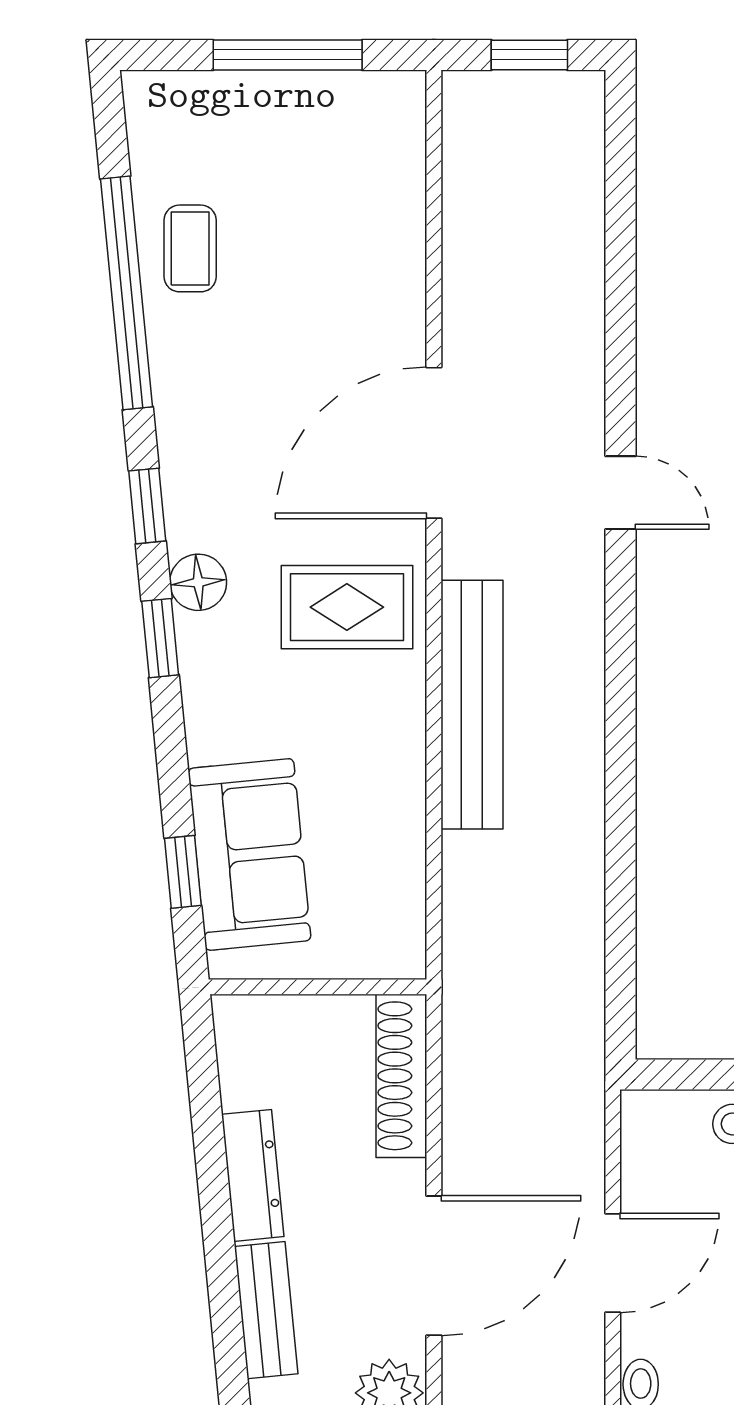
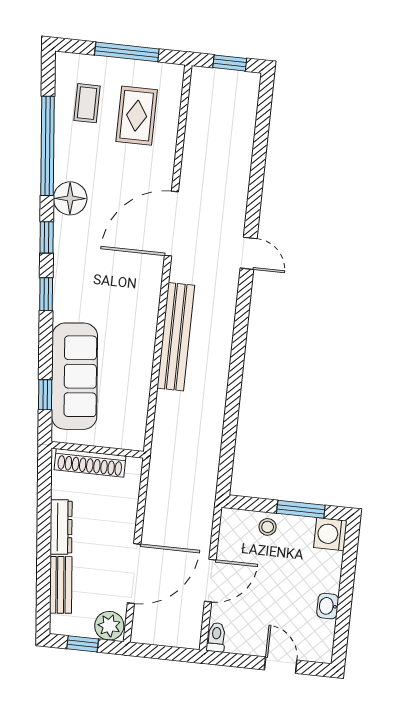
coffee table: (190, 248) -> (87, 103), moved
floor lamp: (198, 582) -> (70, 198), moved, width x1.38, depth x1.38
rug: (347, 607) -> (137, 116), moved, turned 90
sofa: (249, 854) -> (74, 376), width x1.36
shoe rack: (401, 1076) -> (90, 463), moved, turned -90

